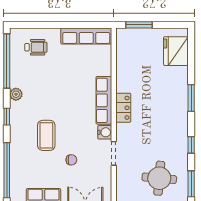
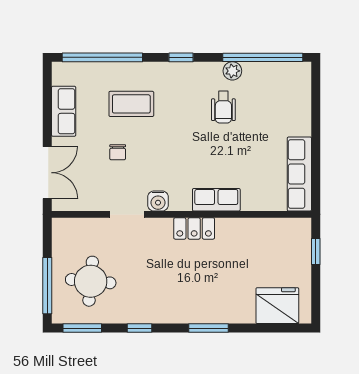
window: (139, 25) -> (316, 251), width x0.67
wheelchair: (36, 47) -> (223, 107), moved
plant: (16, 94) -> (232, 71), moved
row of seats: (104, 100) -> (216, 200), width x0.68
coffee table: (46, 135) -> (131, 104), moved

